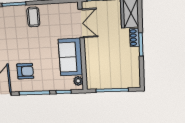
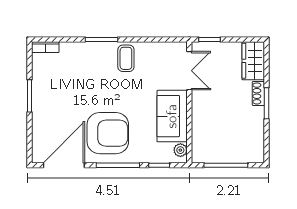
armchair: (25, 71) -> (108, 133), width x1.88, depth x1.88

